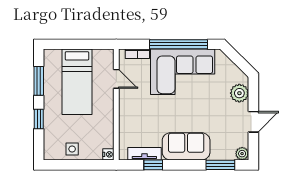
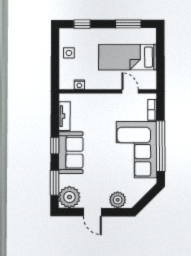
door: (116, 79) -> (130, 91), swing flipped
window: (39, 119) -> (82, 24), moved
nightstand: (108, 154) -> (79, 85), moved
plant: (242, 154) -> (69, 197), width x1.87, depth x1.87
window: (153, 165) -> (55, 146), moved

